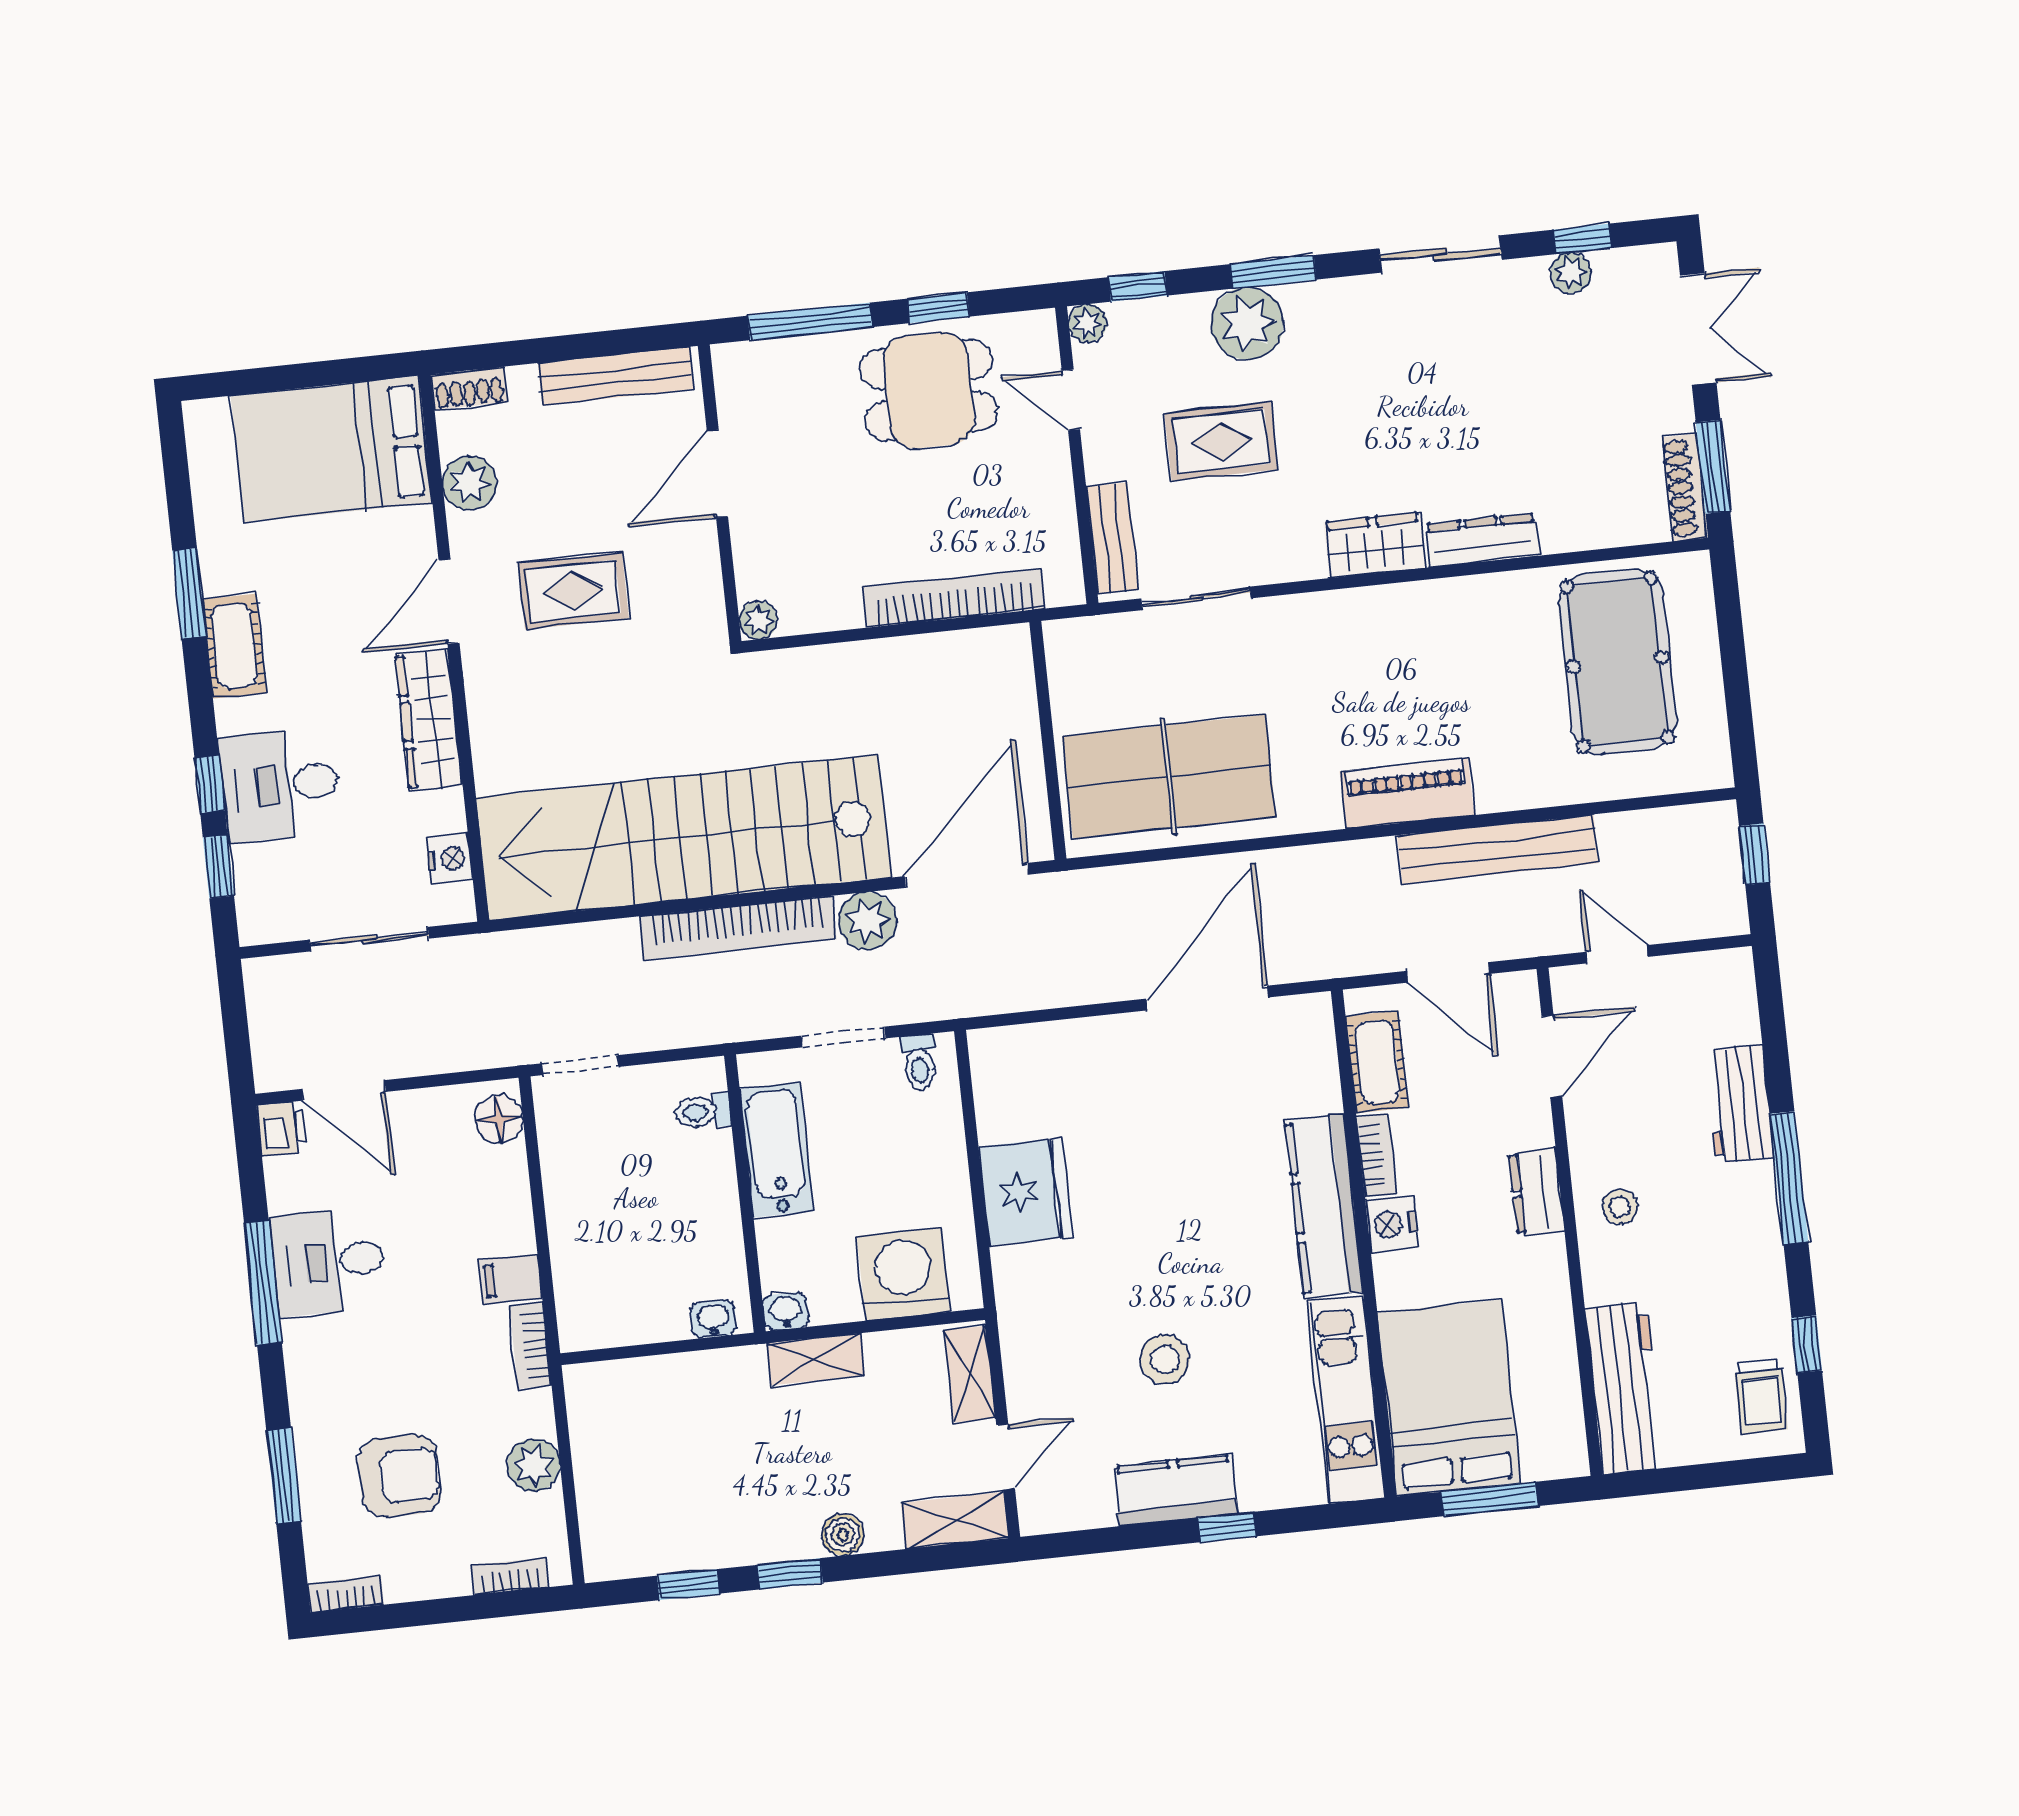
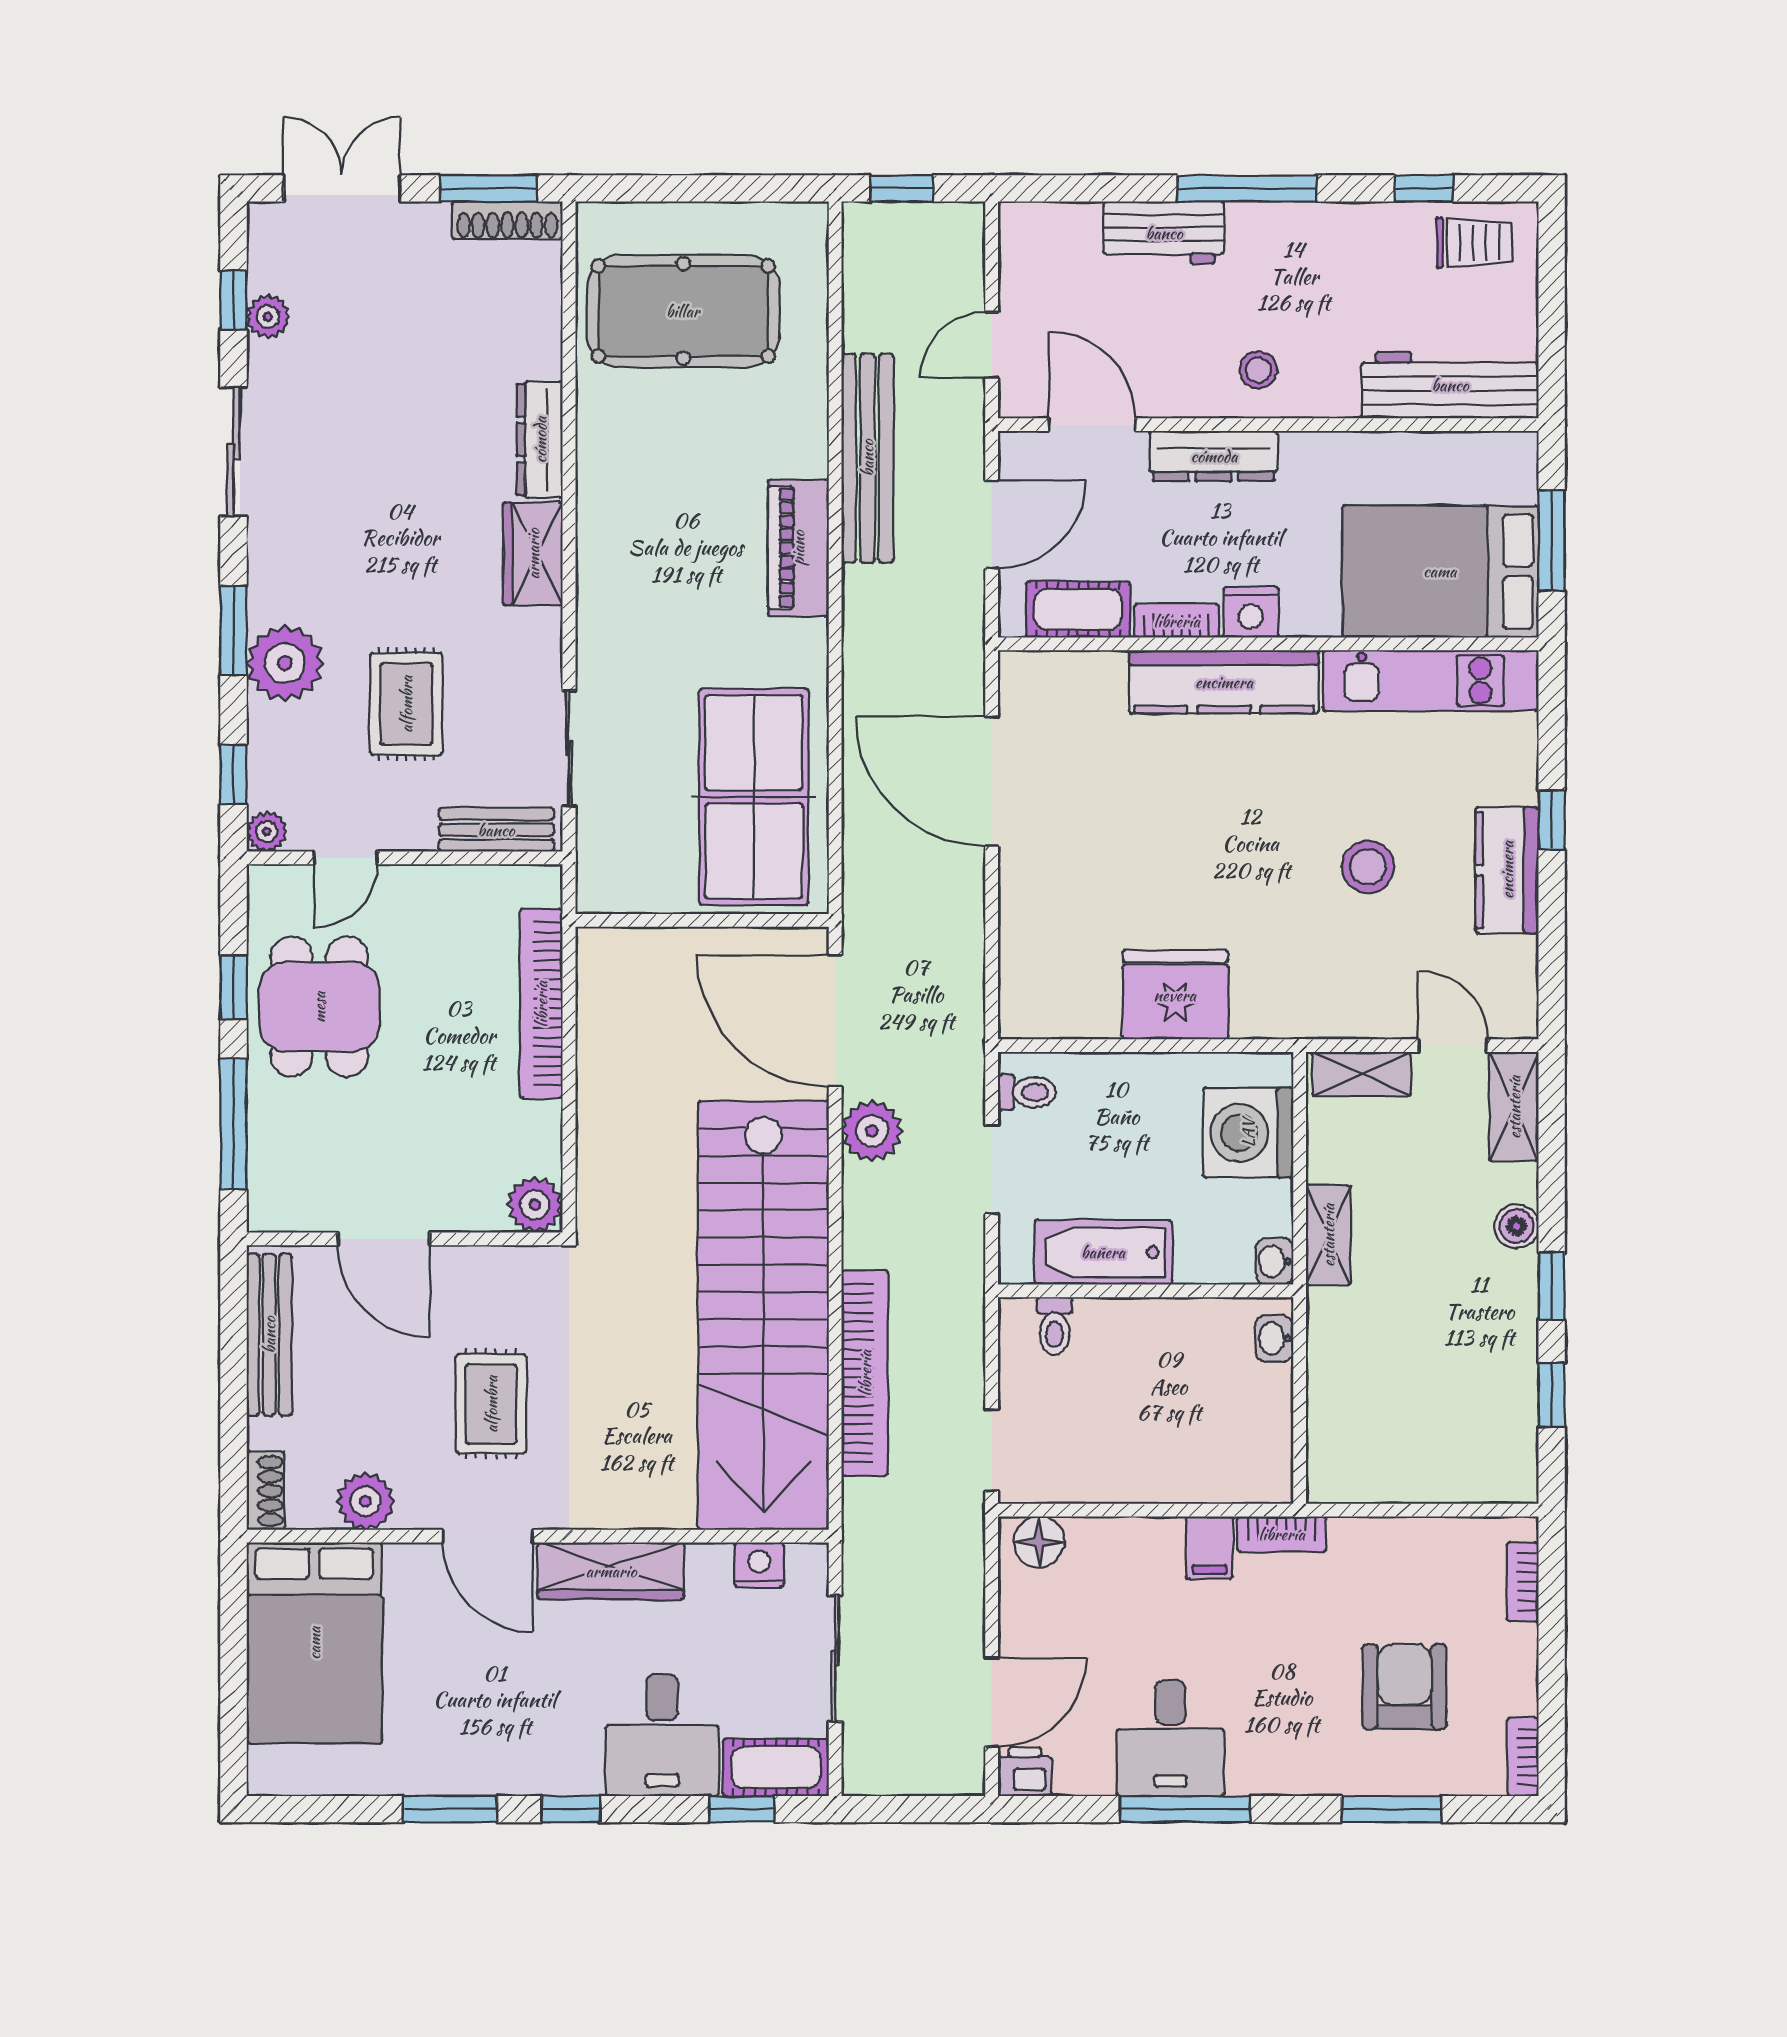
plant: (758, 620) -> (535, 1205), width x1.38, depth x1.38
cot: (235, 646) -> (776, 1767), moved
window: (210, 784) -> (571, 1809), moved
bookcase: (738, 928) -> (865, 1373), moved
dresser: (1537, 1192) -> (1214, 456), width x1.44
plant: (534, 1465) -> (1408, 1544), removed

